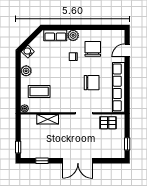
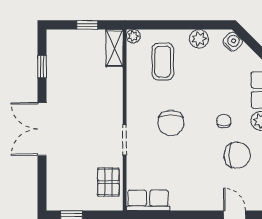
chair: (92, 83) -> (171, 123), moved
row of seats: (119, 87) -> (148, 200), width x0.50
shelving: (48, 119) -> (114, 48), moved
window: (18, 147) -> (87, 25), moved

